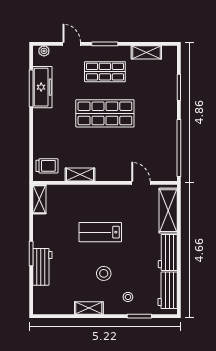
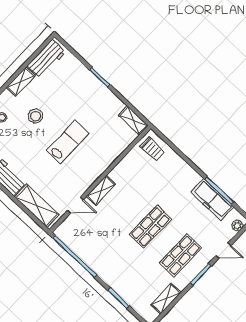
shop shelf: (105, 113) -> (150, 227), width x0.70, depth x0.74
trolley: (47, 166) -> (152, 149), turned -90
shelving: (80, 175) -> (101, 190), moved
workbench: (42, 267) -> (46, 59), moved, turned -90

